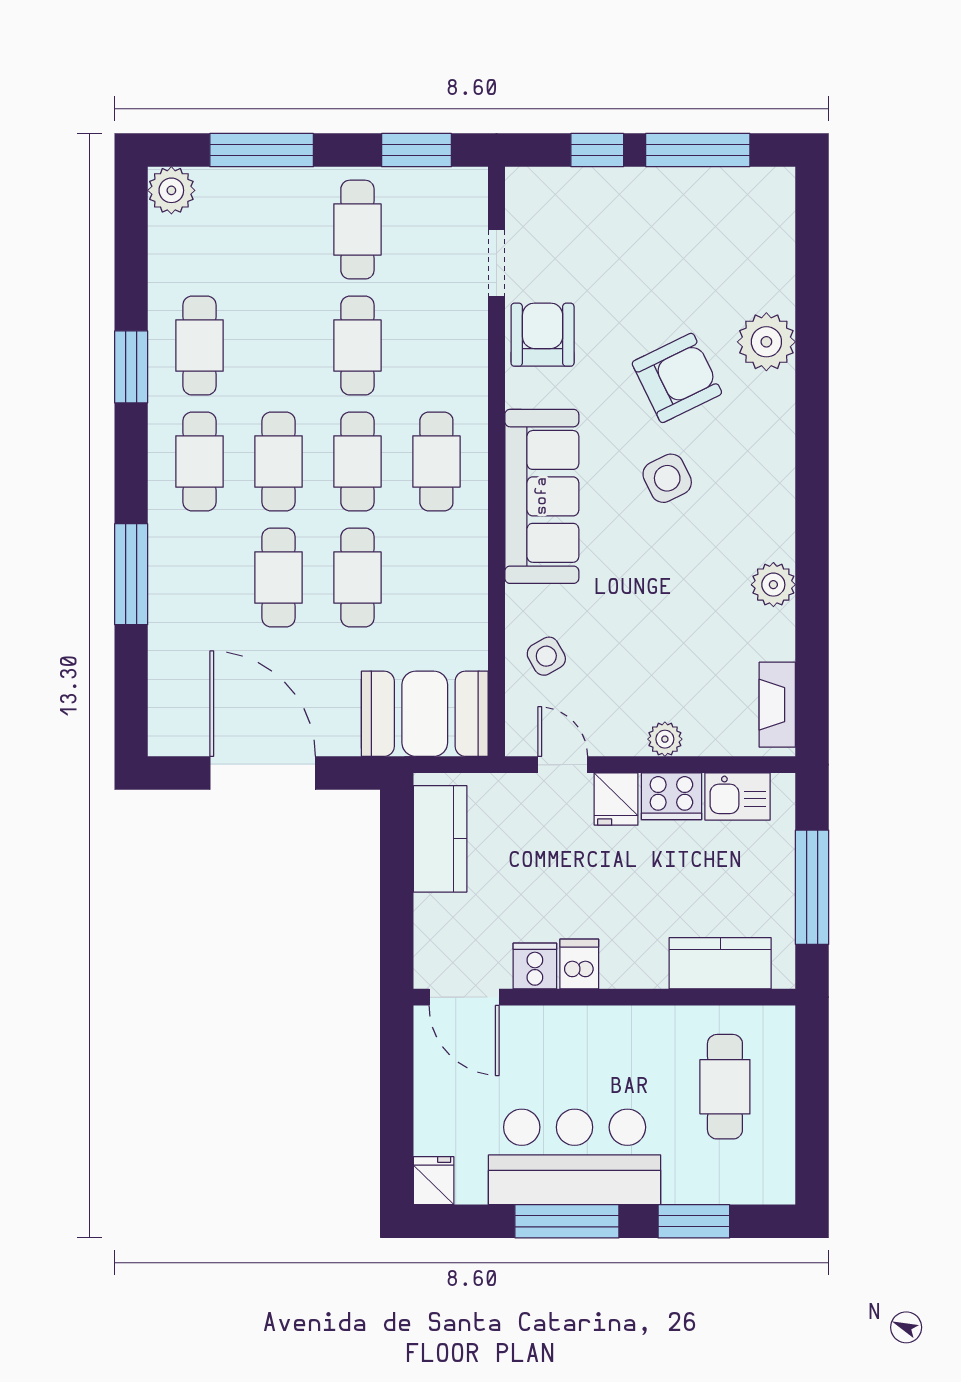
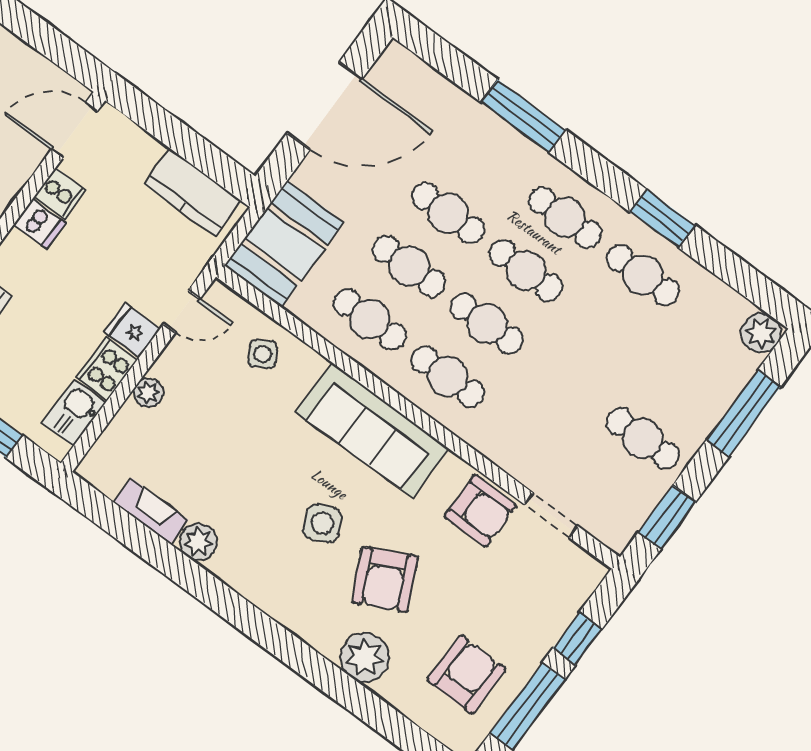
armchair: (711, 231) -> (467, 675), added
cafe table: (357, 346) -> (370, 319), moved
fireplace: (777, 705) -> (151, 511), moved

